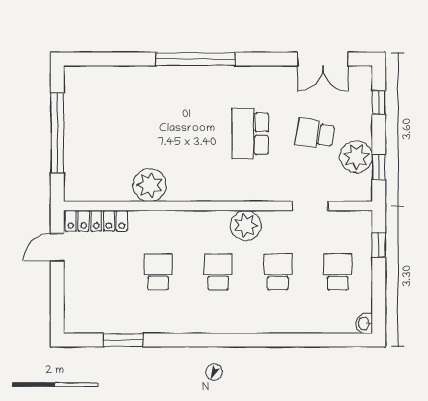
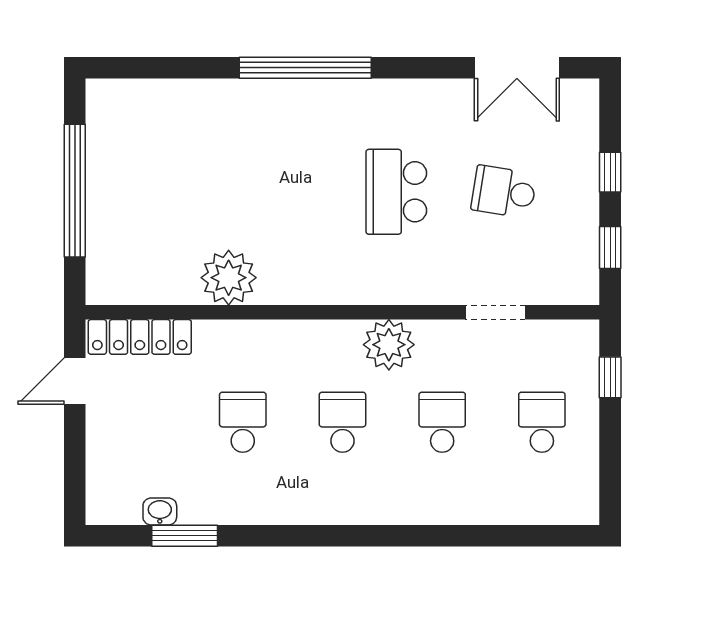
window: (379, 102) -> (610, 172), moved
plant: (356, 157) -> (573, 230), removed
washbasin: (364, 324) -> (160, 511), moved, turned 90

